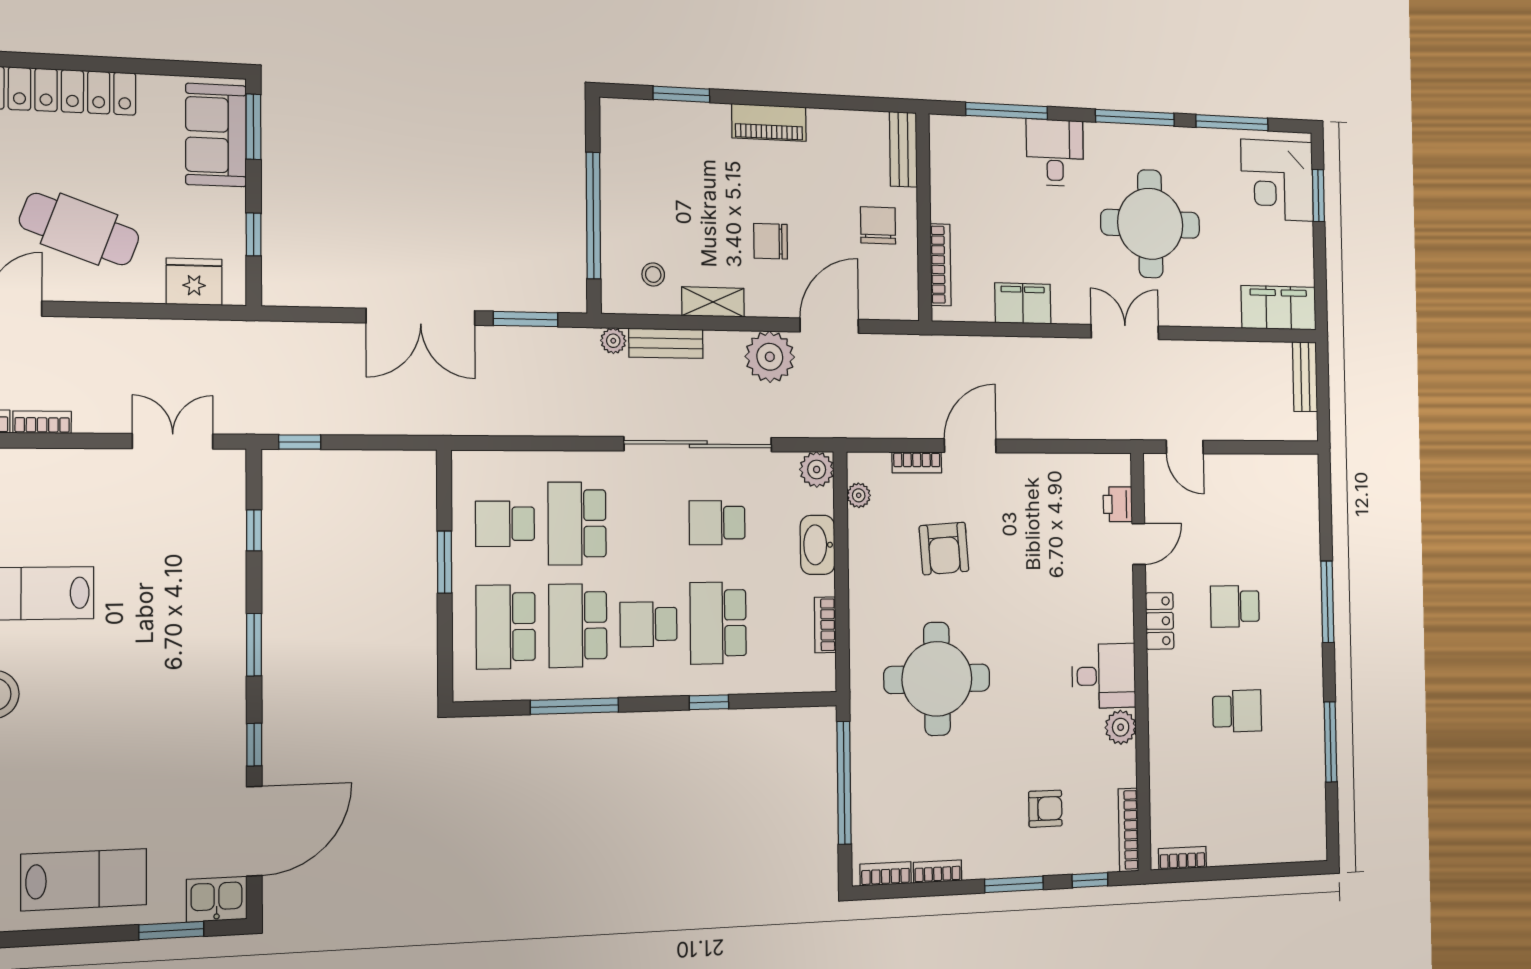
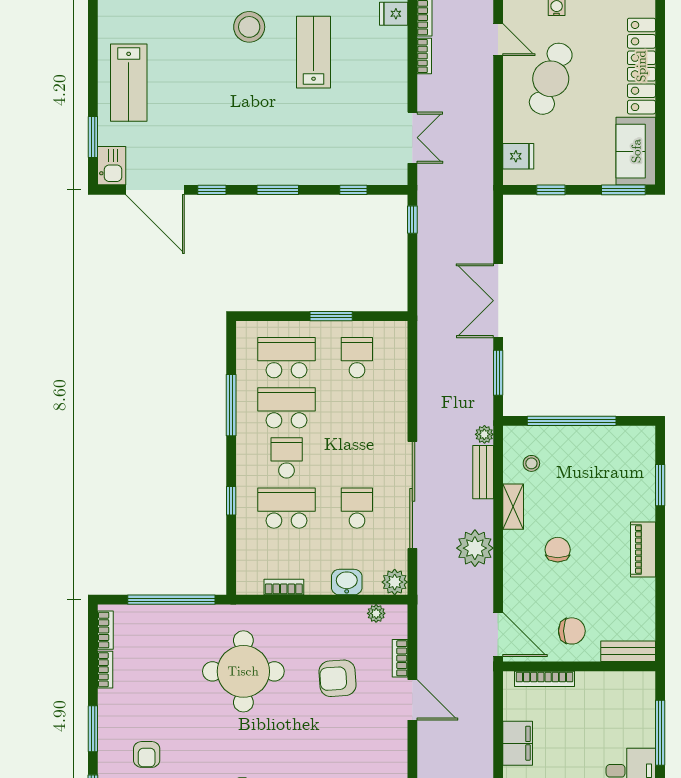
sofa: (216, 135) -> (636, 151), moved, turned -90
fridge: (194, 282) -> (518, 156), width x0.72
door: (829, 326) -> (498, 634), moved
school desk: (577, 523) -> (357, 408), removed
washbasin: (818, 545) -> (347, 582), width x0.72

